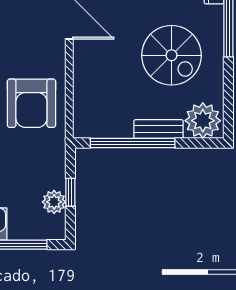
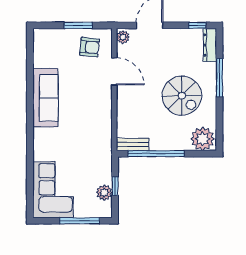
armchair: (31, 103) -> (89, 127), removed
bench: (159, 129) -> (133, 144), moved

